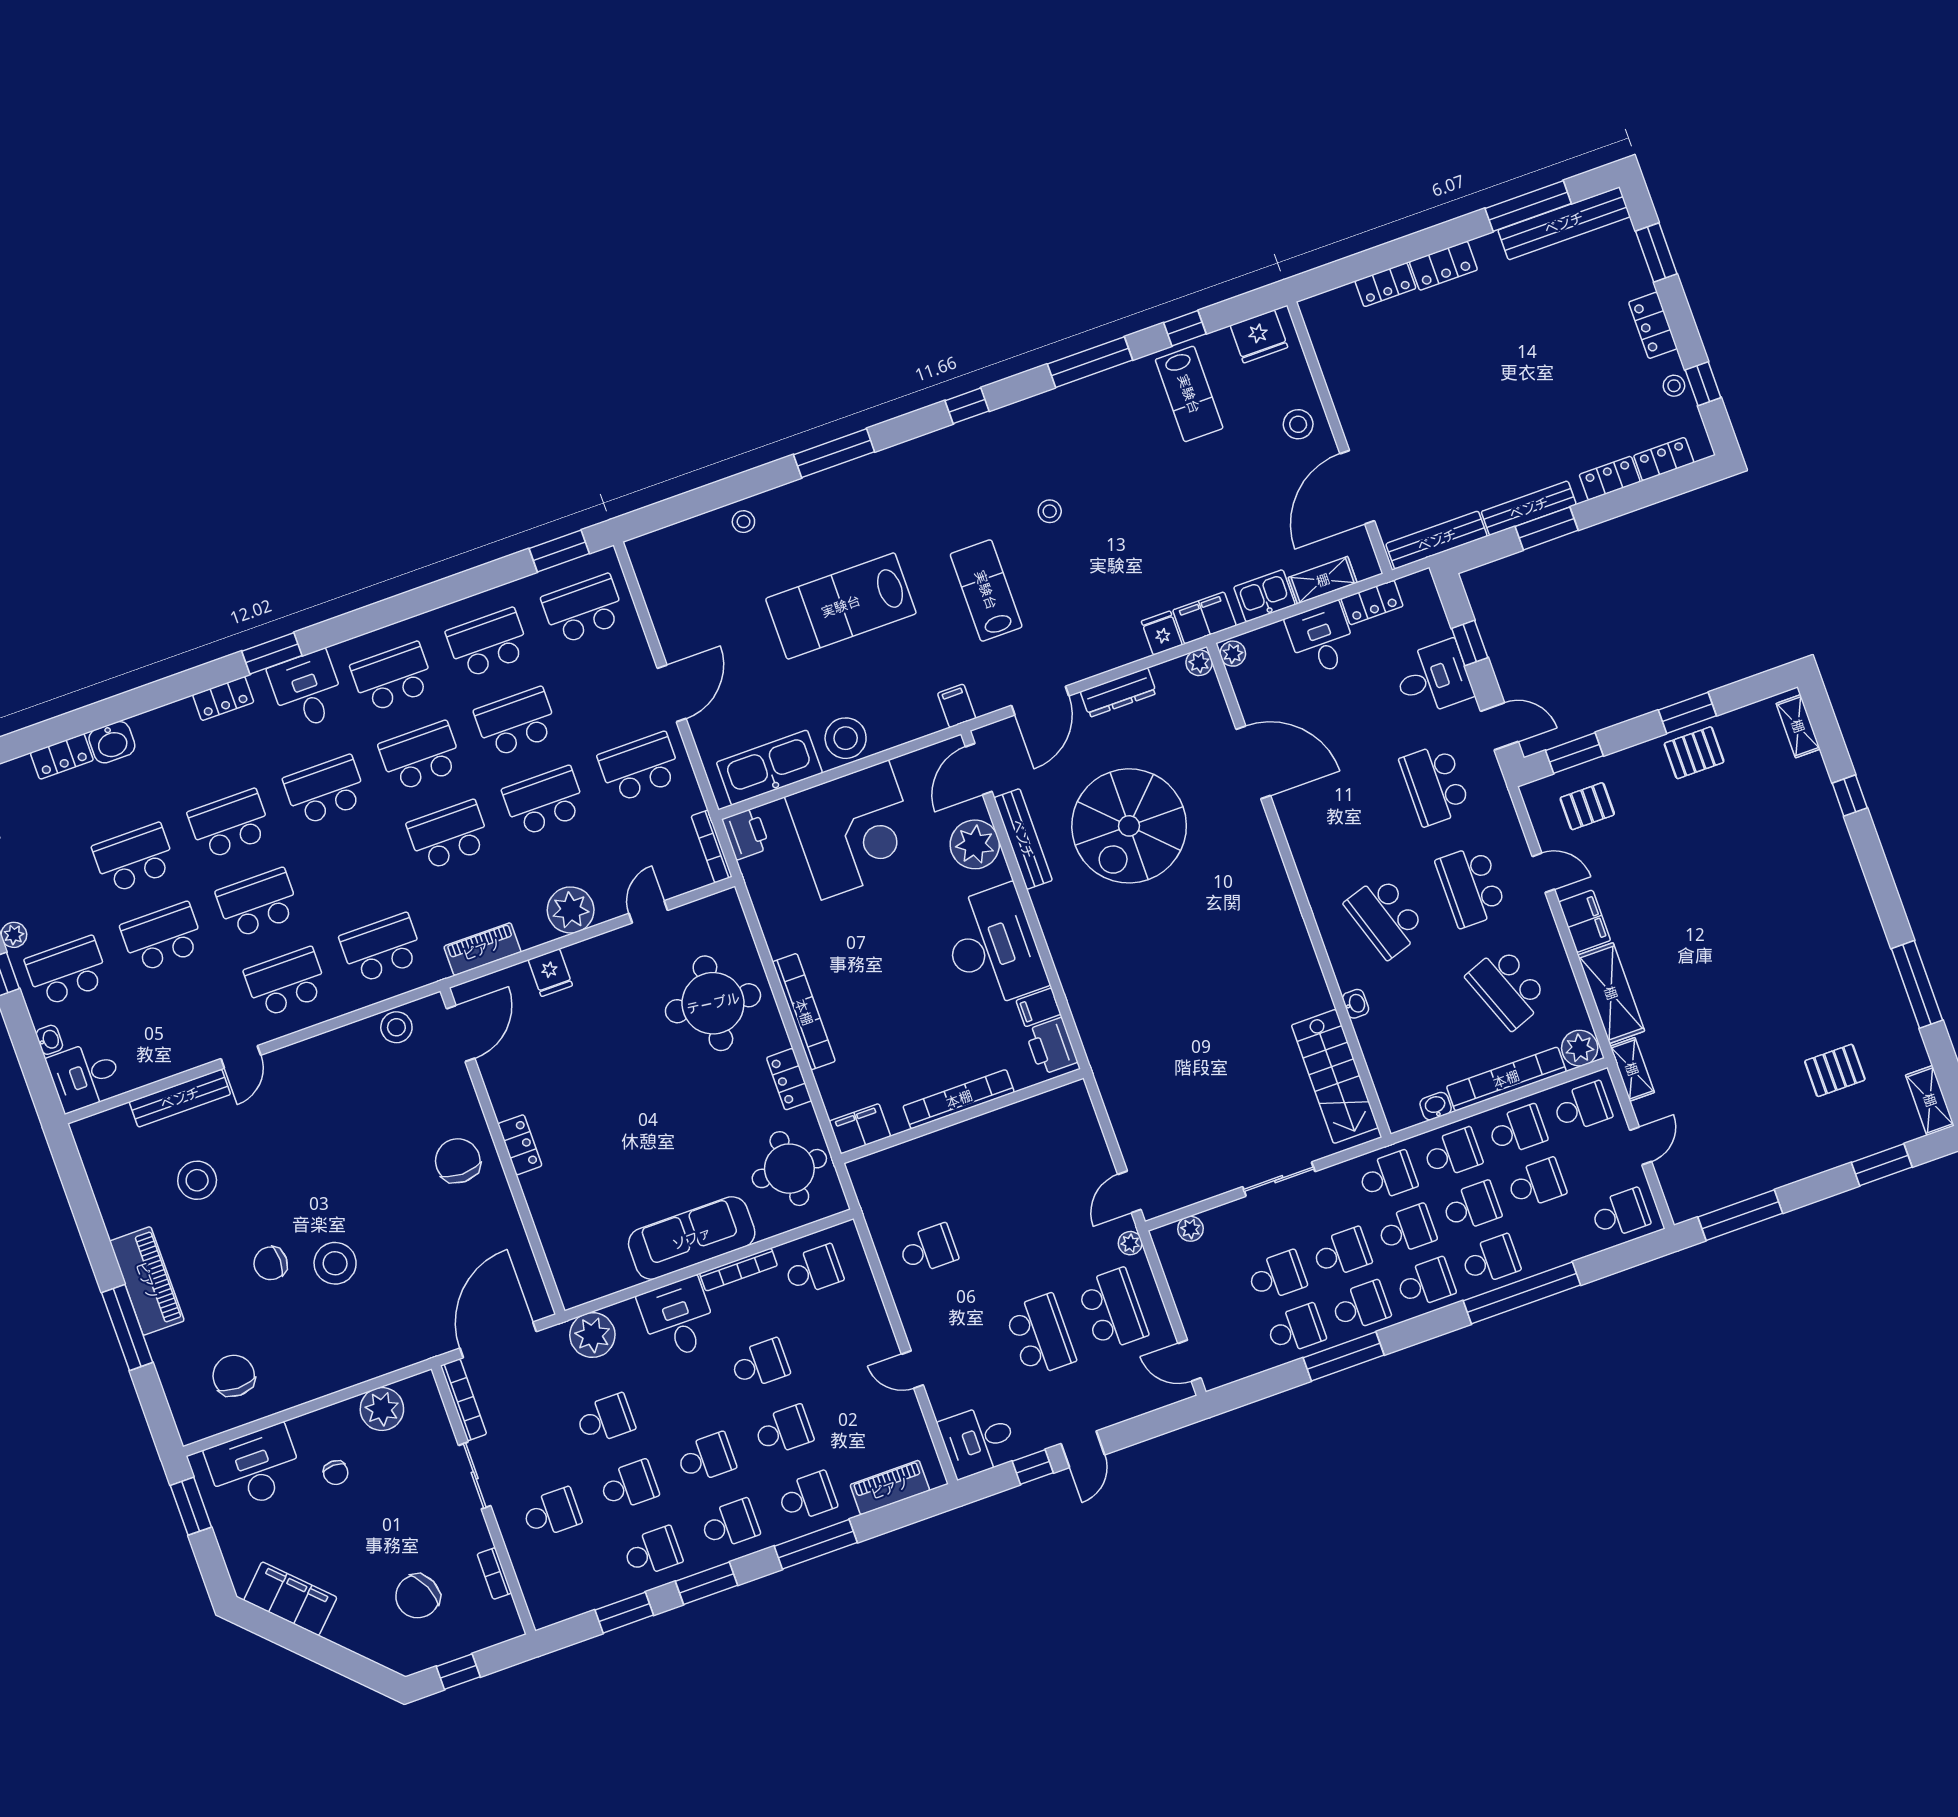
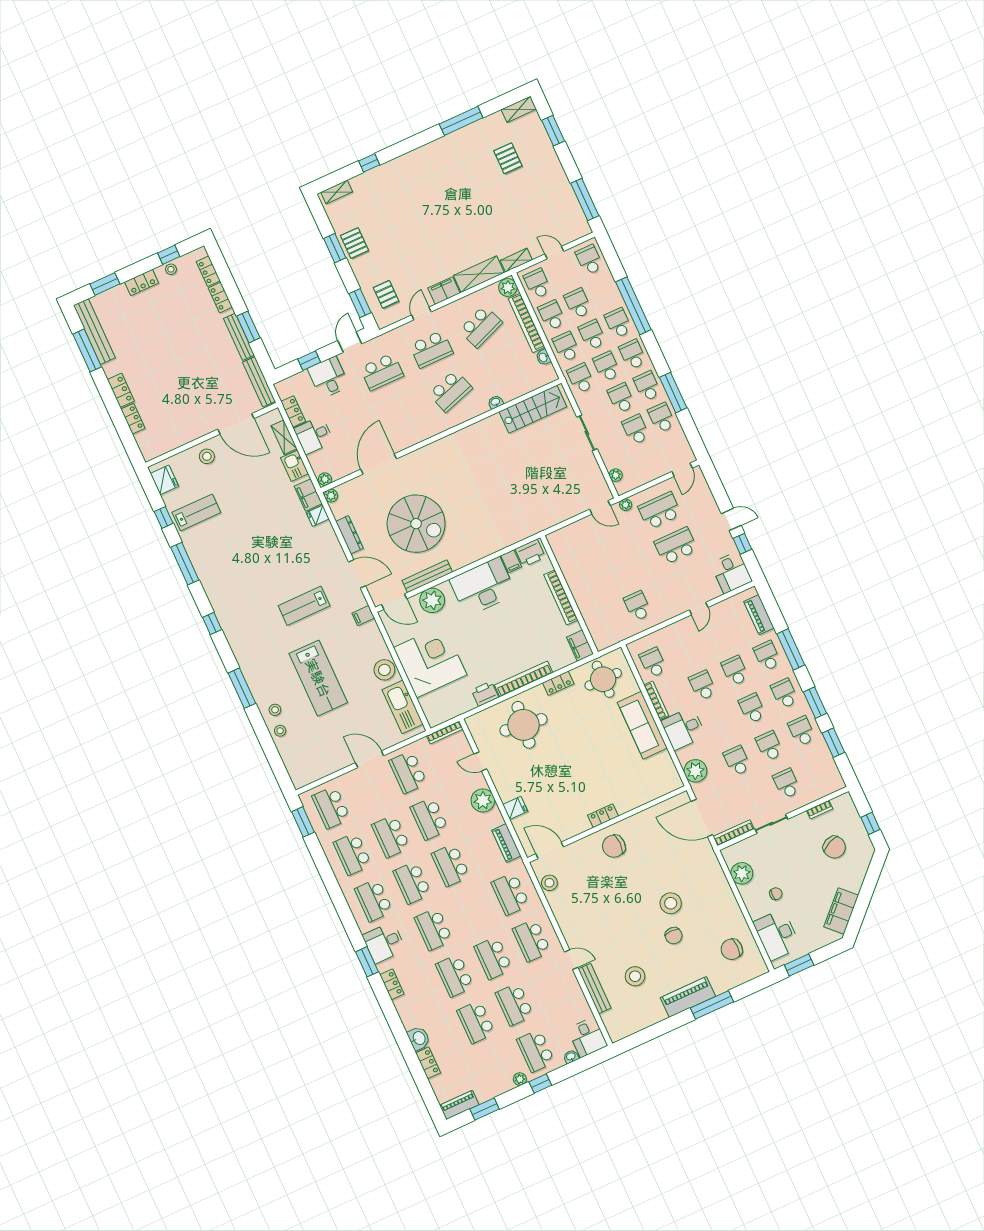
stool: (1050, 511) -> (275, 710), moved
printer: (746, 834) -> (485, 694), moved

